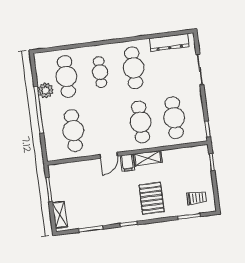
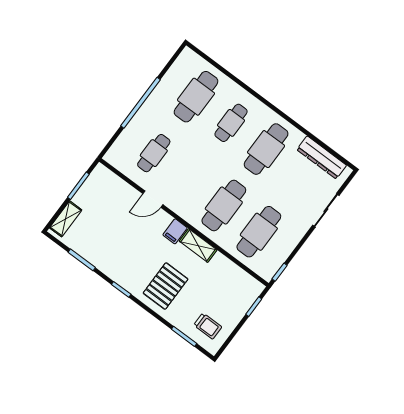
plant: (46, 90) -> (164, 91), removed
cafe table: (73, 131) -> (154, 153), width x0.73, depth x0.74
door: (109, 155) -> (153, 199), moved

